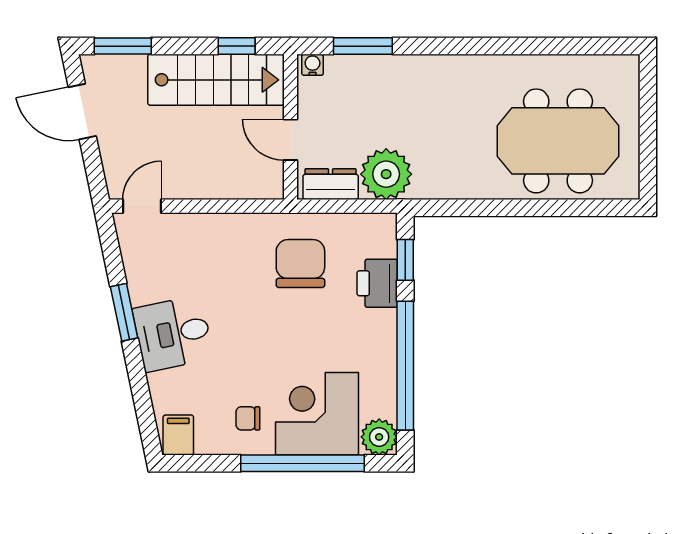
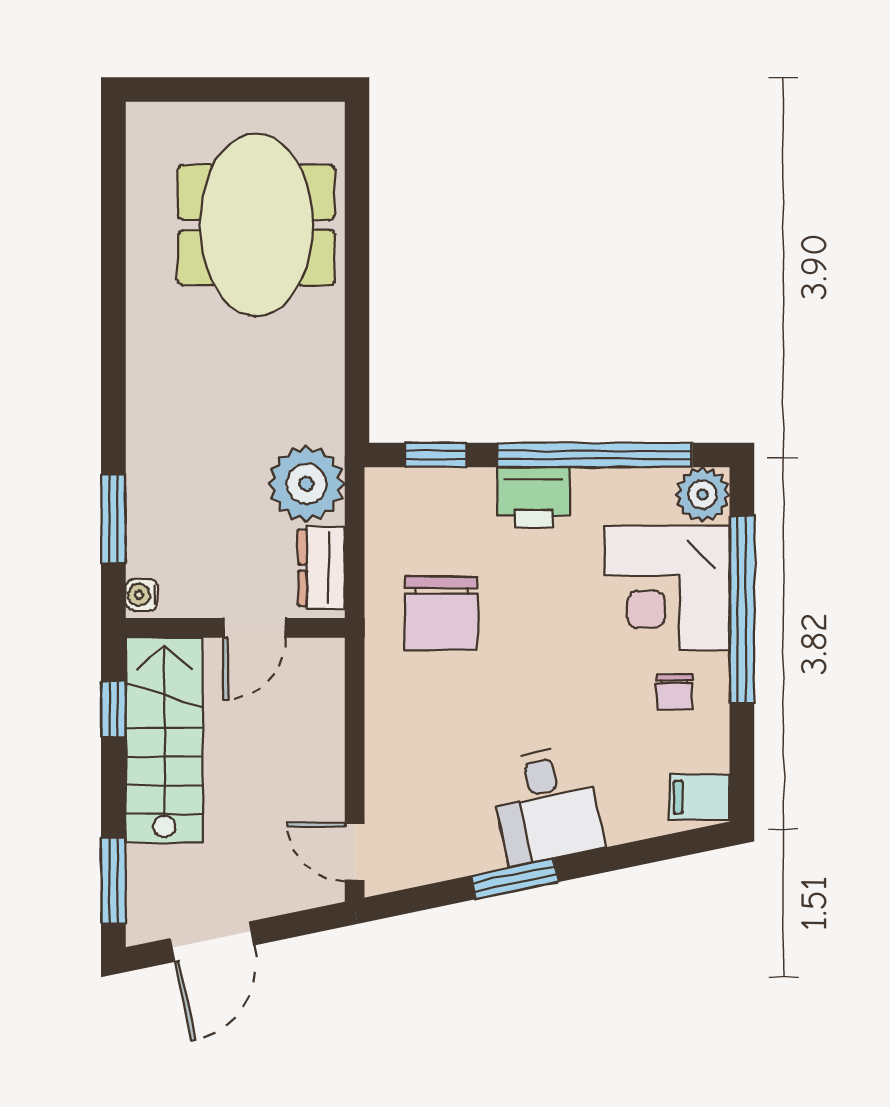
chair: (300, 264) -> (441, 613), turned -90
printer: (377, 283) -> (534, 497), moved

